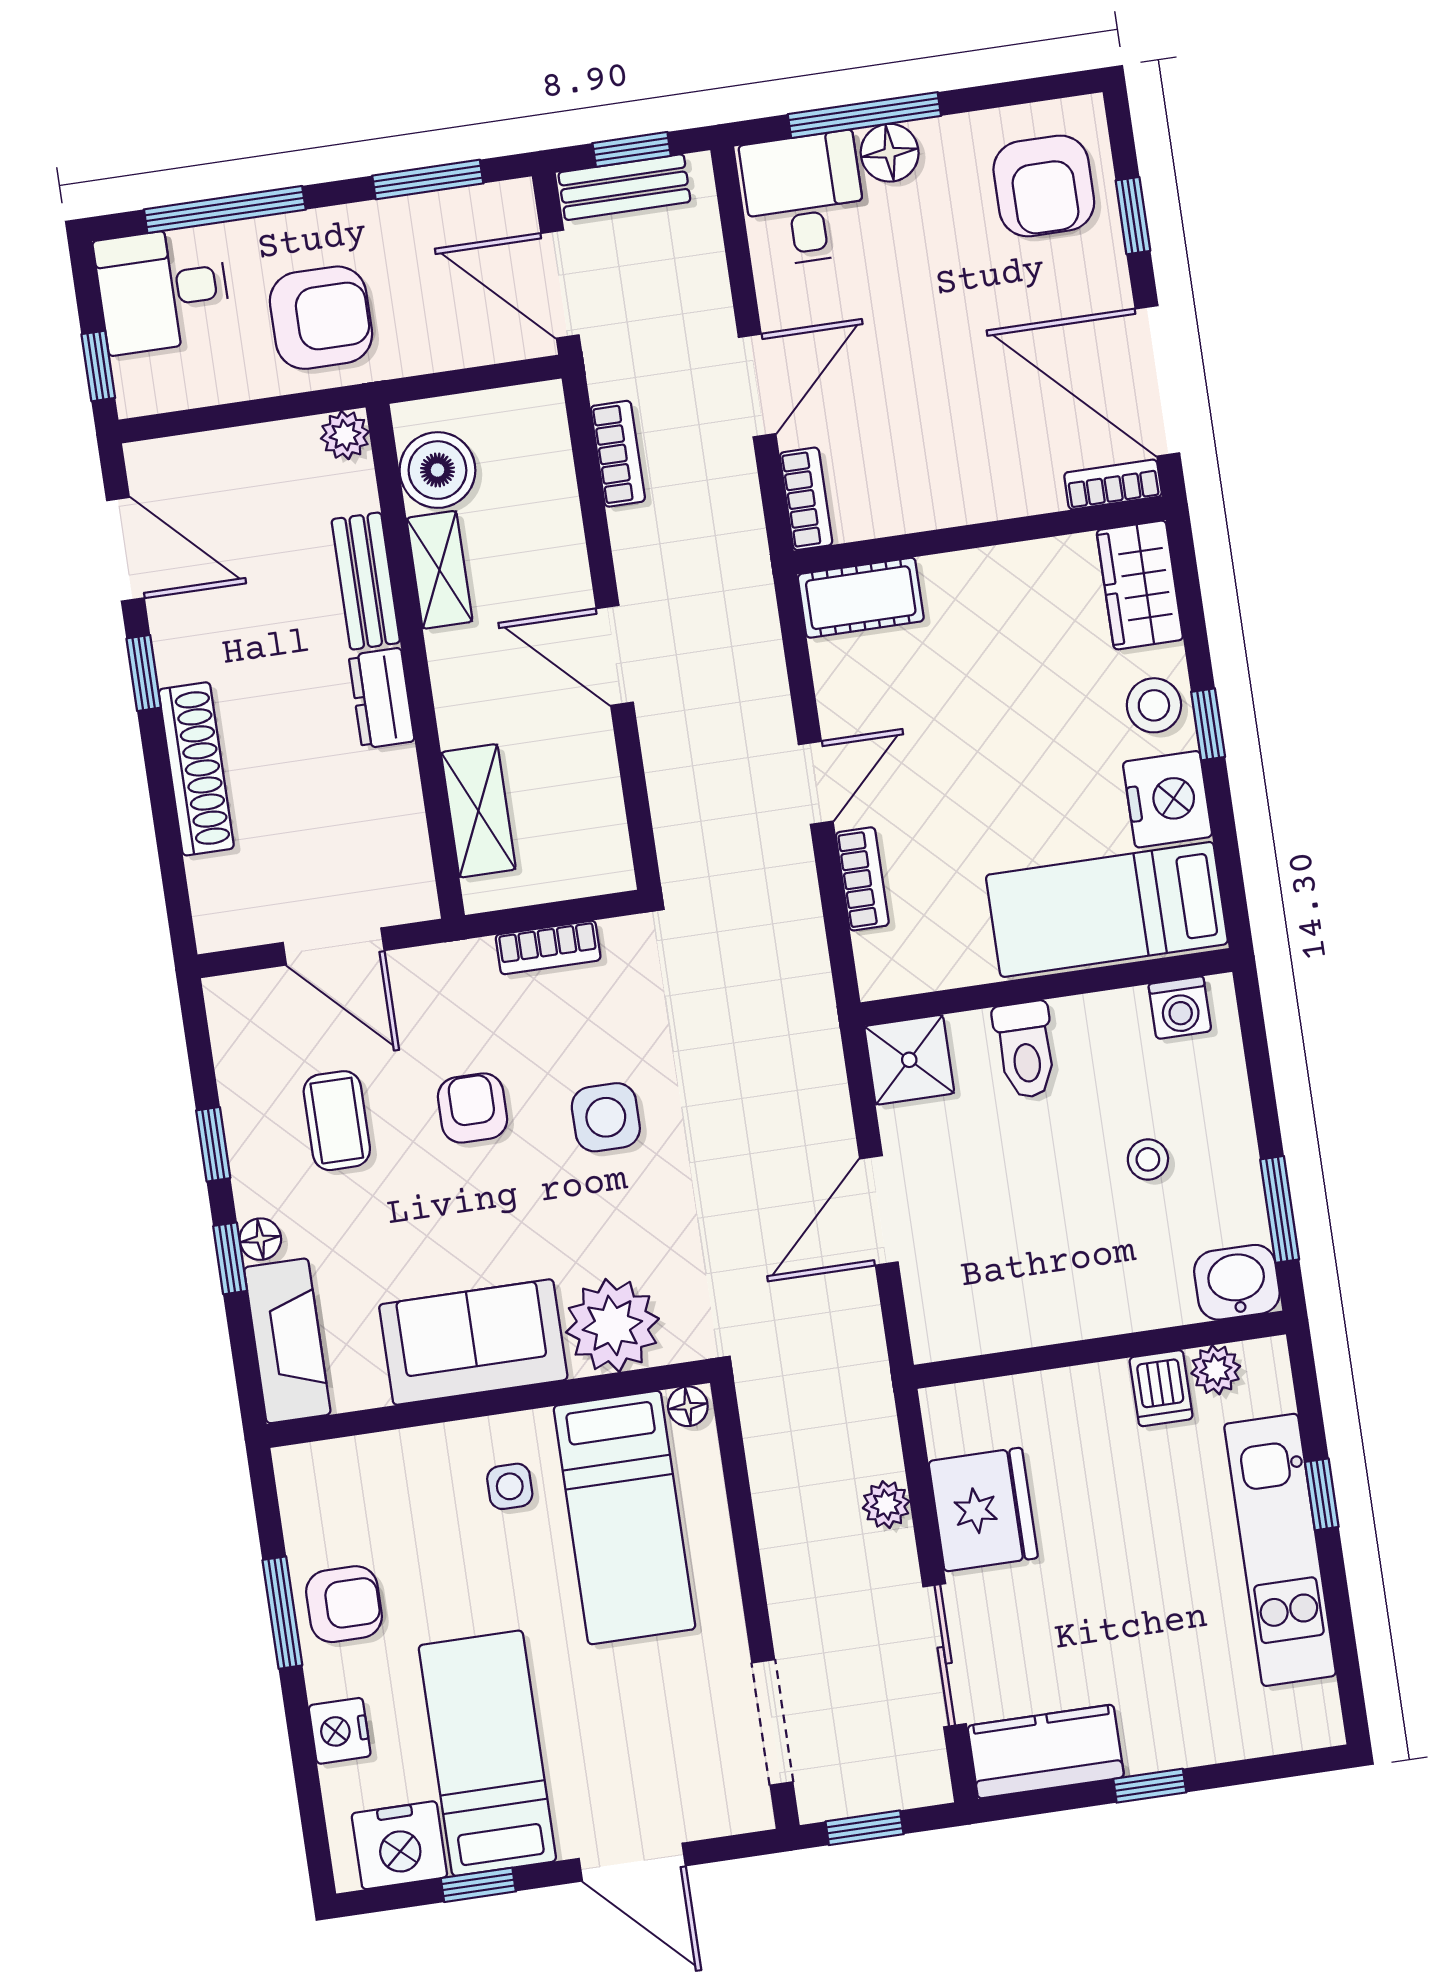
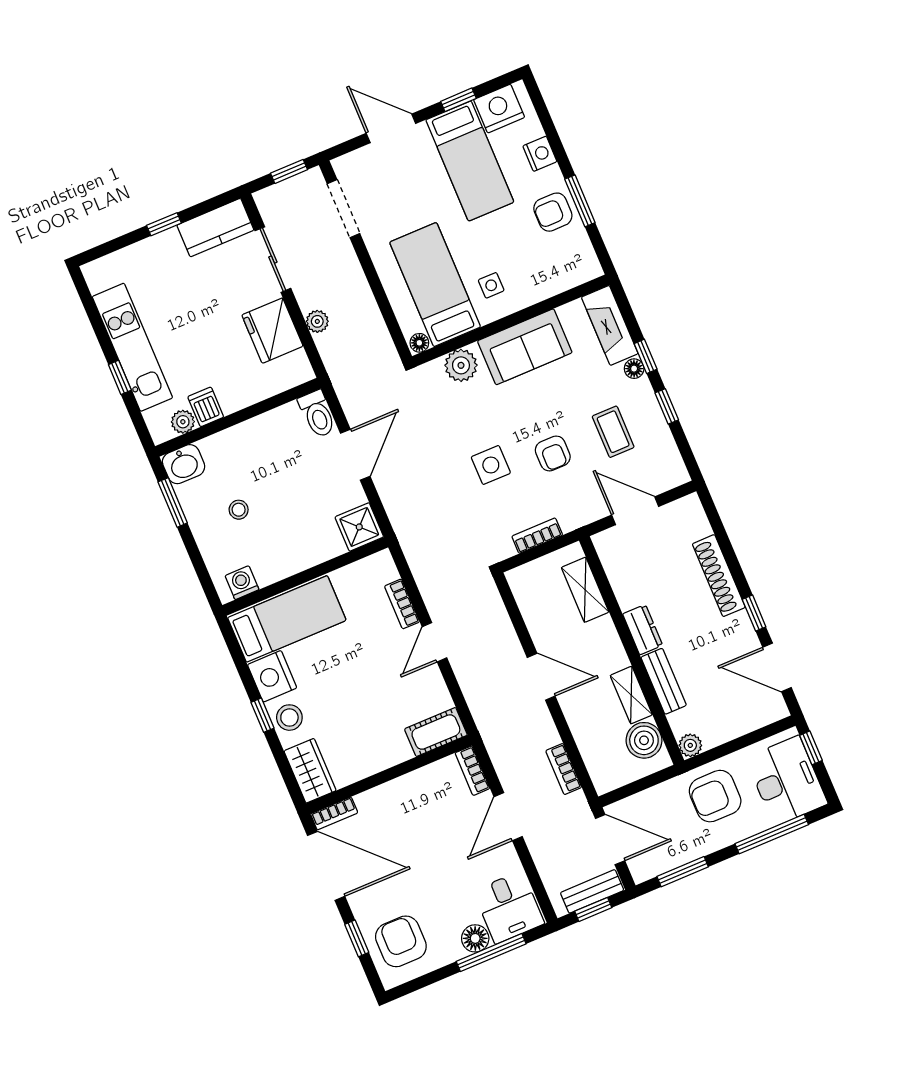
desk: (163, 290) -> (787, 781), width x1.37
toilet: (1025, 1050) -> (317, 414), moved, turned 180
plant: (612, 1325) -> (461, 365), width x0.73, depth x0.73

